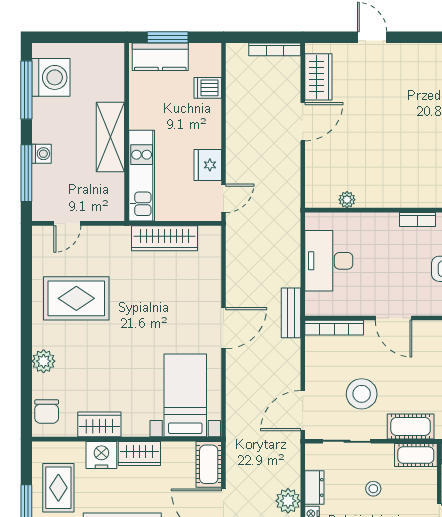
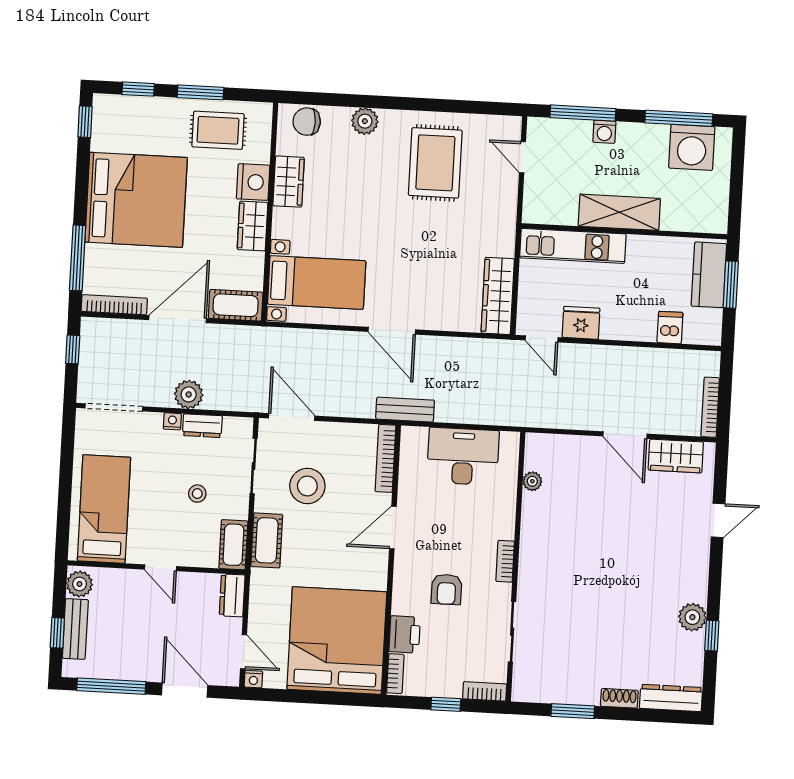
wardrobe: (165, 238) -> (498, 296), moved

